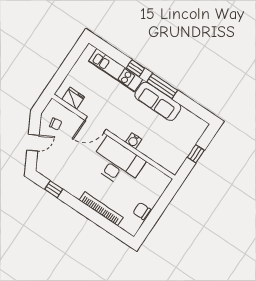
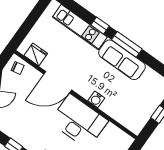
chair: (56, 124) -> (18, 68), moved
door: (95, 125) -> (58, 82), width x1.36

